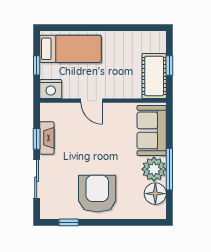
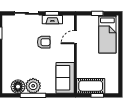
nightstand: (51, 89) -> (83, 22), removed
door: (92, 101) -> (75, 37), moved
sofa: (152, 130) -> (65, 78), moved, turned -90
armchair: (97, 194) -> (44, 42), moved, width x0.53, depth x0.53

